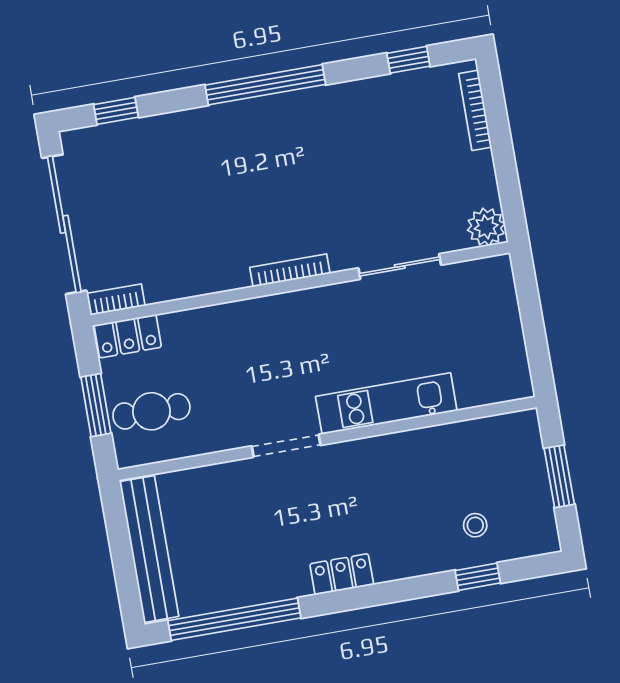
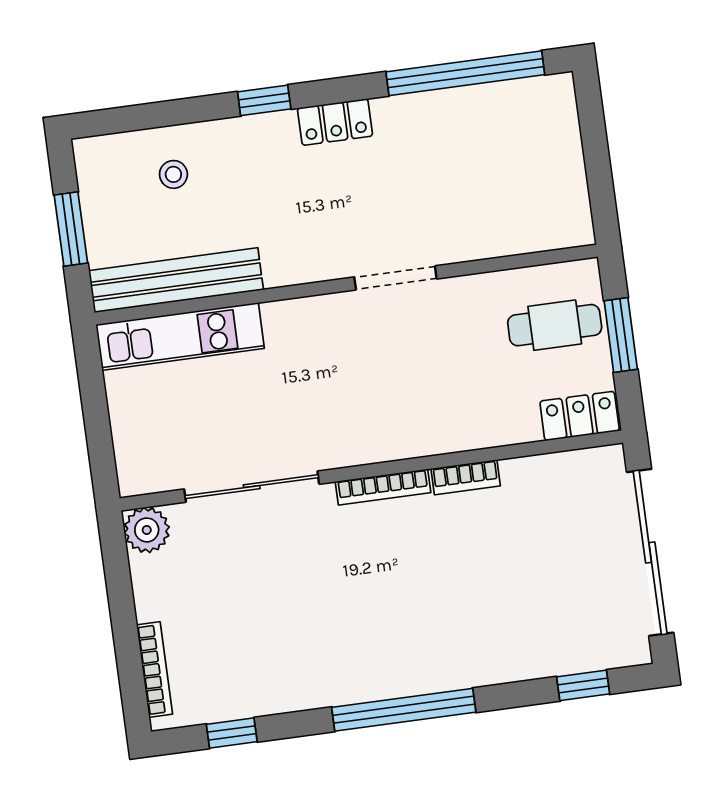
sliding door: (400, 267) -> (252, 487), width x1.37
bookcase: (116, 300) -> (466, 477), moved
kitchen unit: (386, 404) -> (180, 336), moved
bench: (149, 549) -> (176, 280), moved, turned 90
window: (478, 577) -> (264, 100), moved

